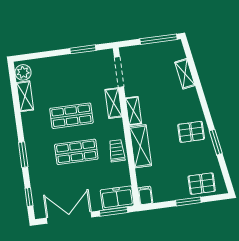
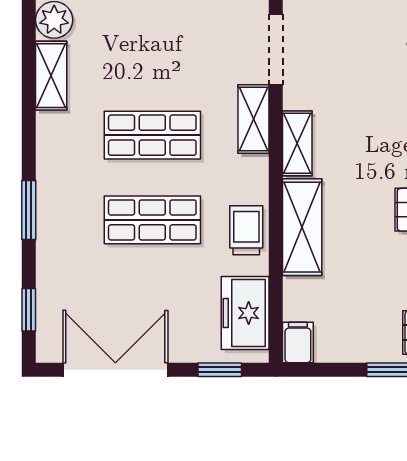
freezer: (117, 198) -> (245, 313), moved, turned -90
window: (114, 212) -> (220, 370), width x0.67

